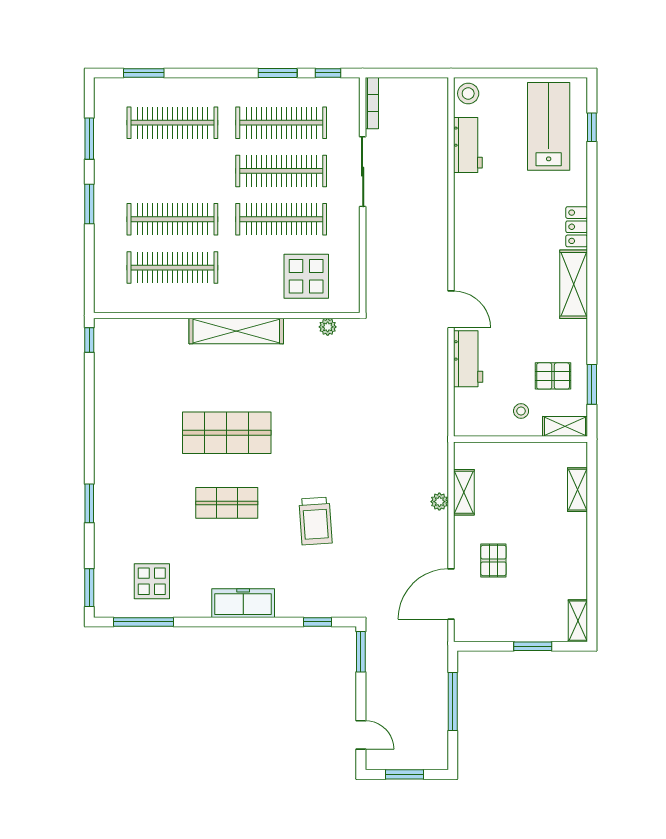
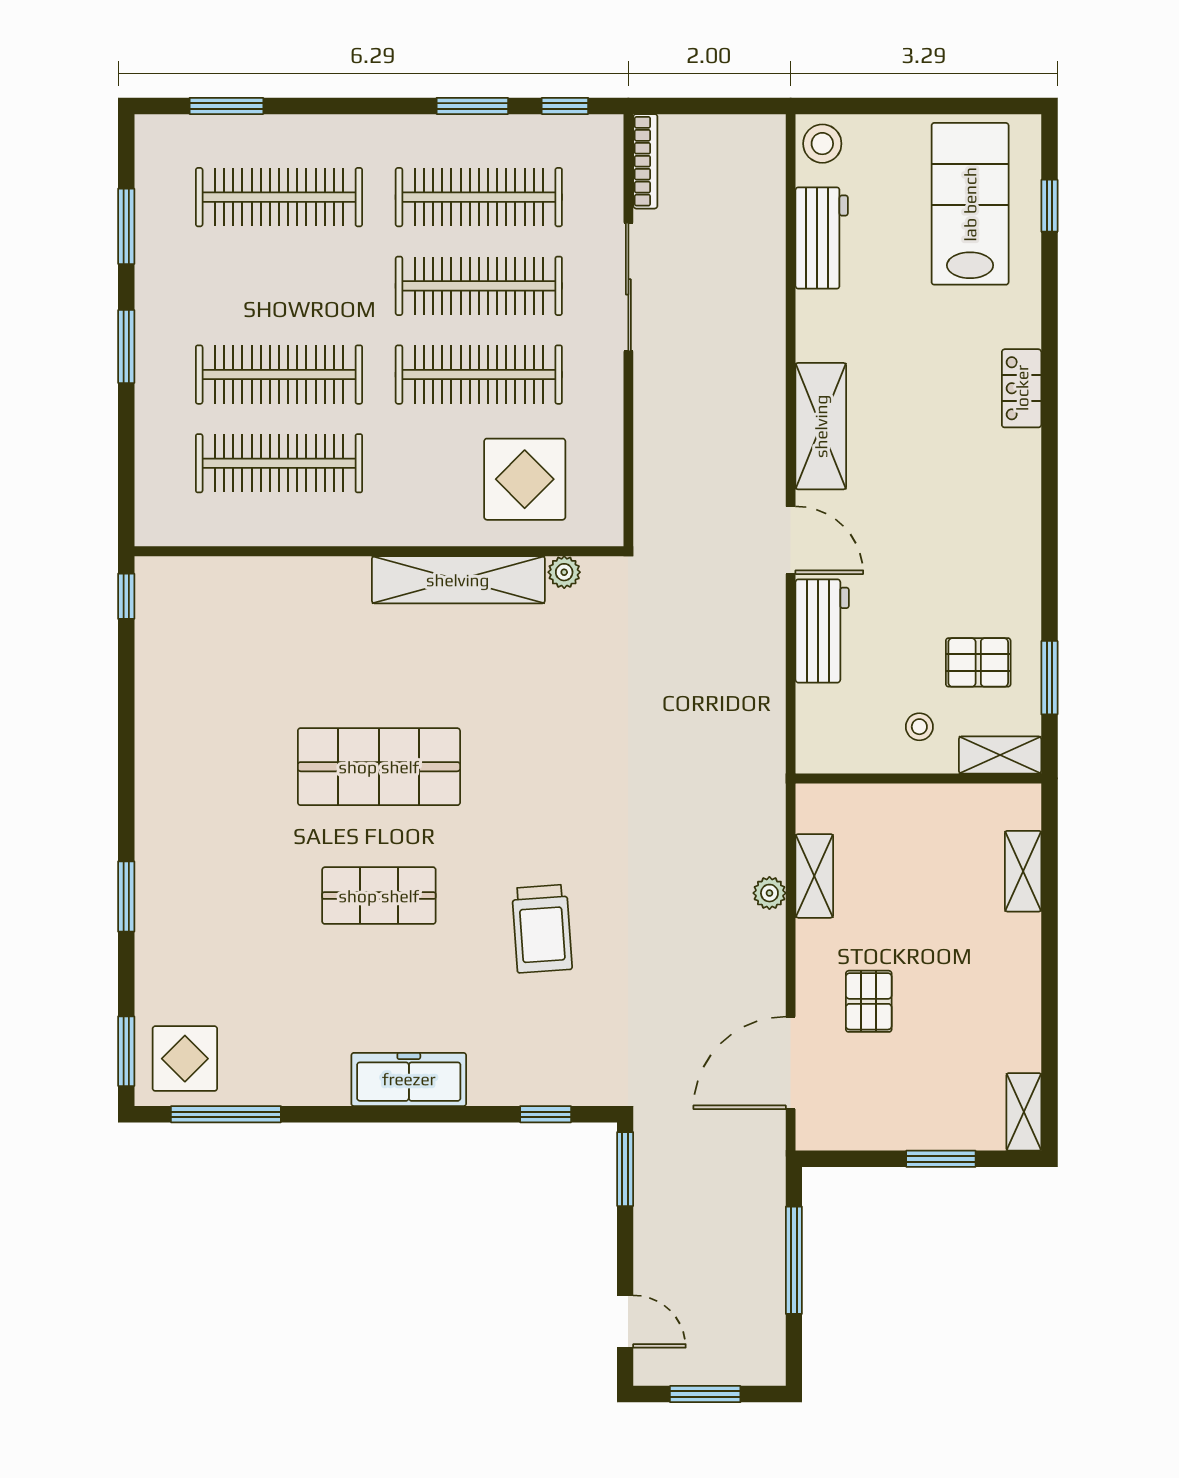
shelving: (574, 284) -> (821, 426), moved
shelving: (236, 331) -> (458, 580), moved
display table: (152, 581) -> (185, 1059), moved

